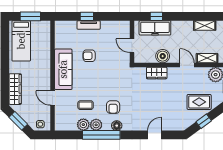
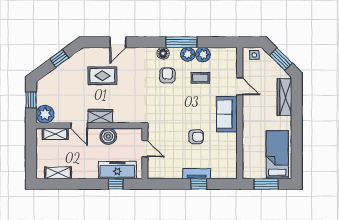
sofa: (63, 69) -> (227, 114), width x0.73
wardrobe: (157, 73) -> (100, 116), moved
rug: (199, 102) -> (102, 76), moved
window: (101, 135) -> (181, 42), width x0.68

